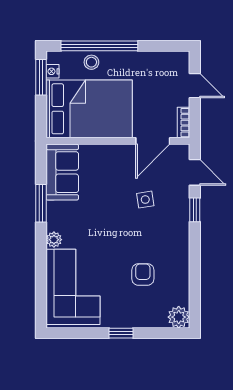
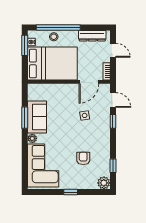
dresser: (159, 60) -> (92, 36), added
sofa: (62, 172) -> (37, 117), moved
window: (195, 287) -> (113, 166), added

